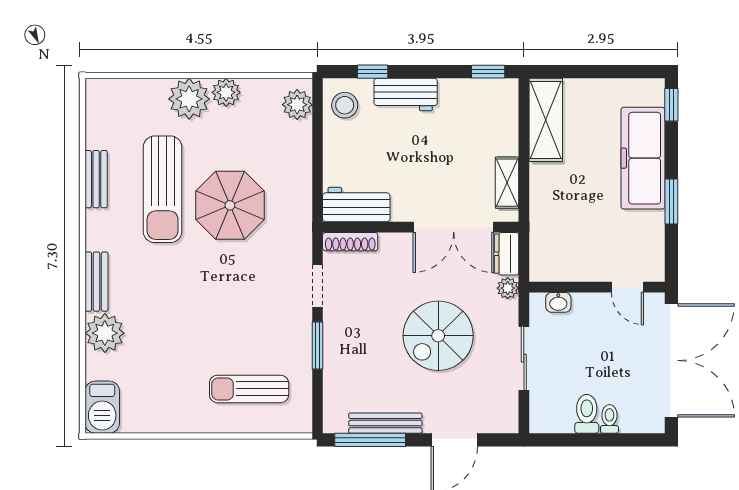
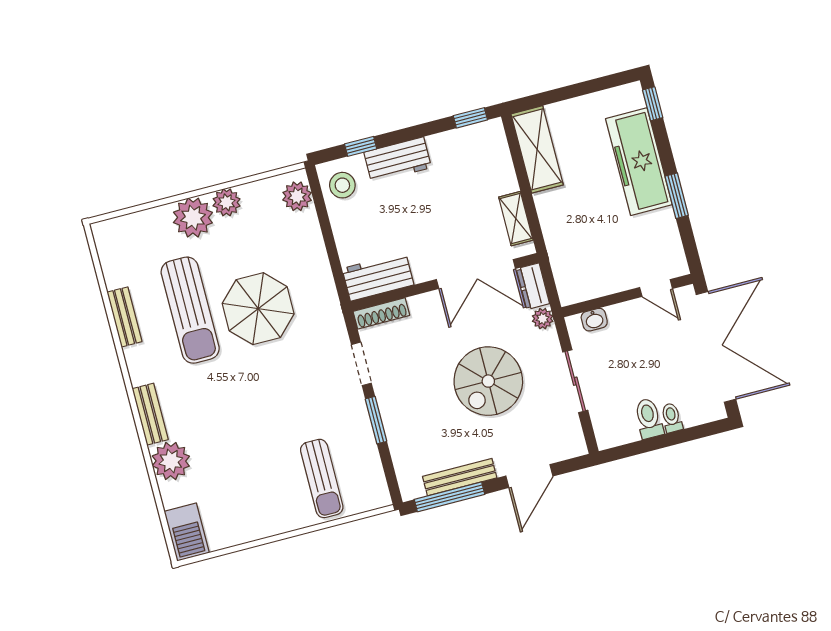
sun lounger: (249, 389) -> (322, 478), turned -90

